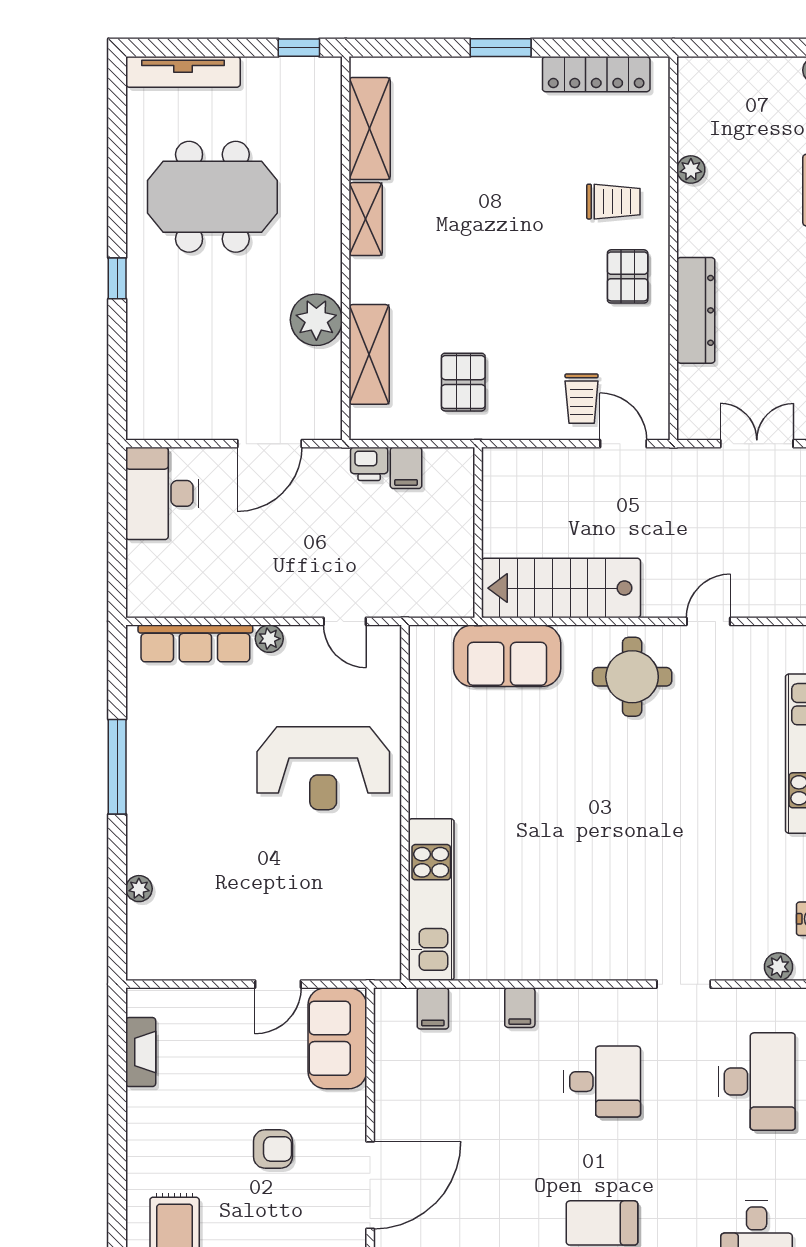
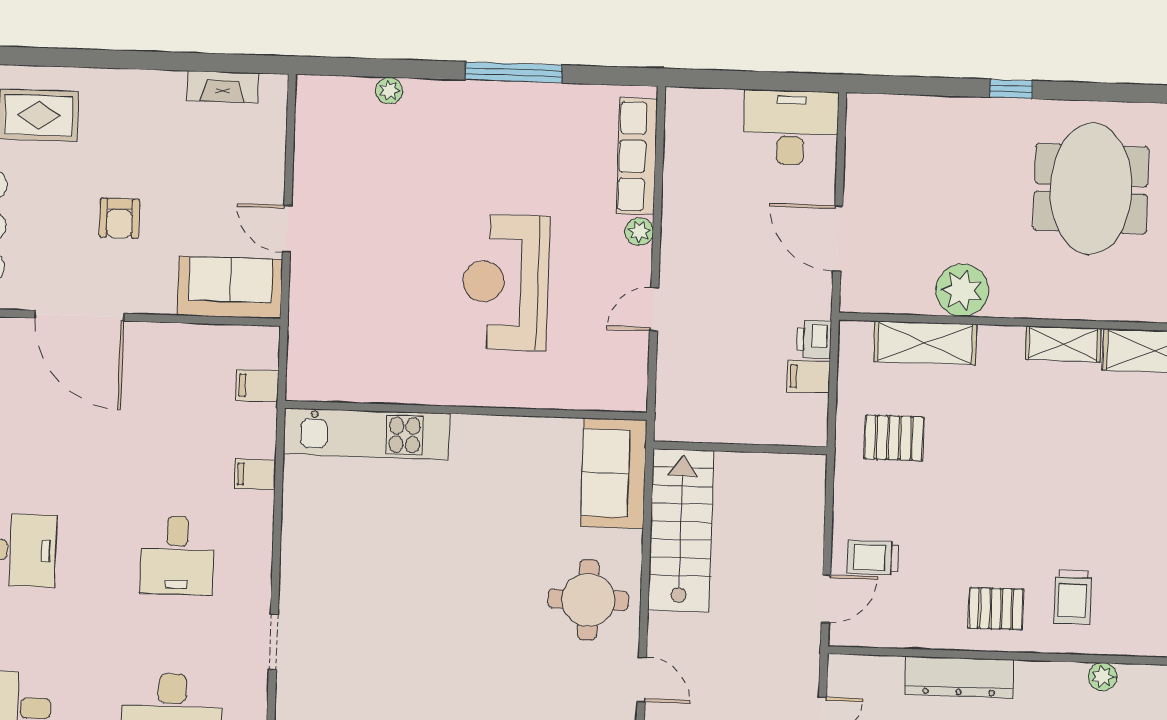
wall: (405, 803) -> (466, 410), moved
kitchen unit: (431, 899) -> (367, 434), moved

